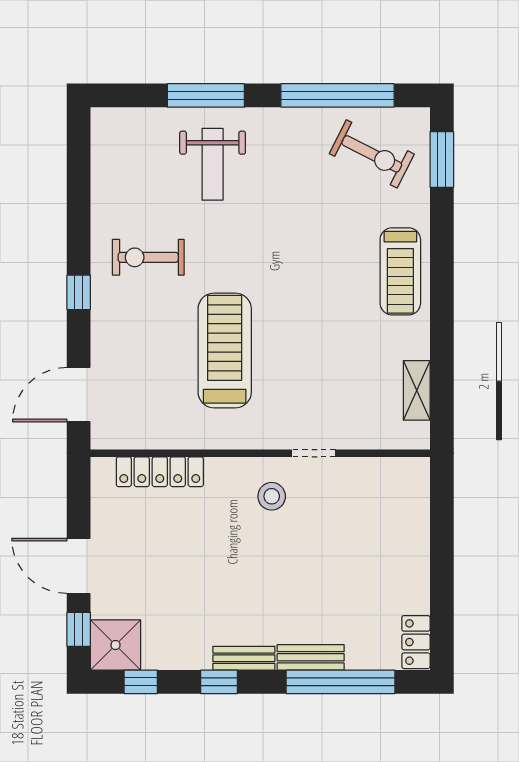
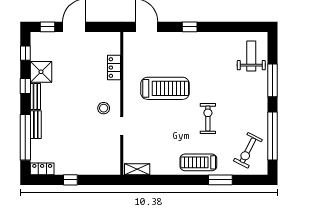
window: (442, 159) -> (220, 180), moved
weight bench: (213, 164) -> (251, 56), moved, turned 90
exercise bike: (148, 257) -> (208, 119), moved
shelving: (417, 390) -> (137, 169), moved
locker: (160, 472) -> (114, 68), width x0.66
window: (442, 575) -> (70, 180), added
shower: (116, 645) -> (41, 72), moved

